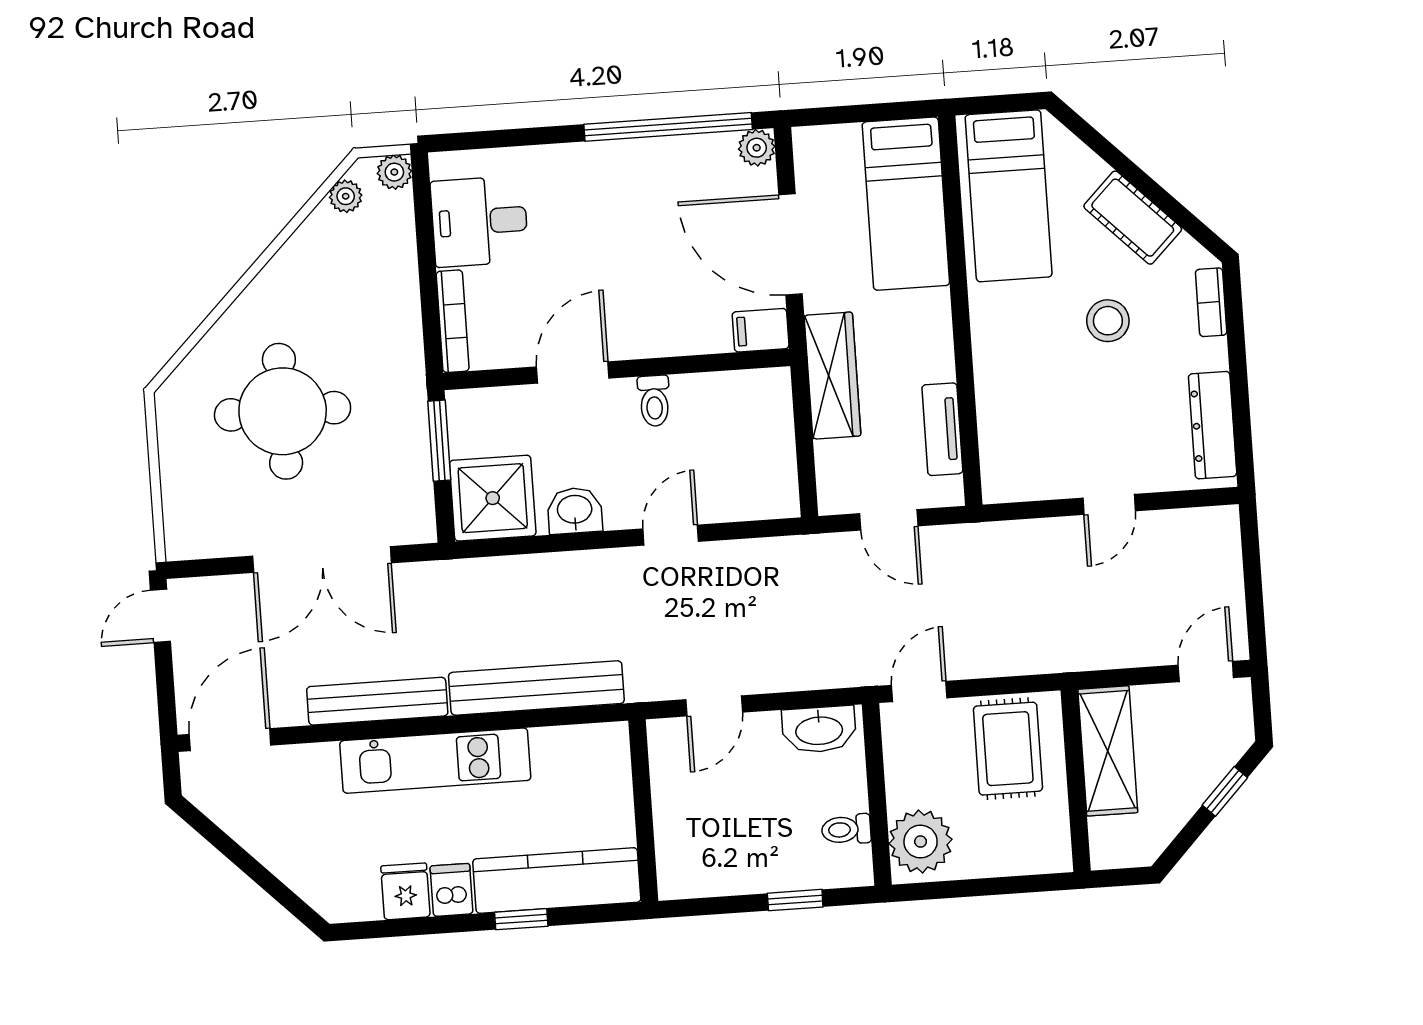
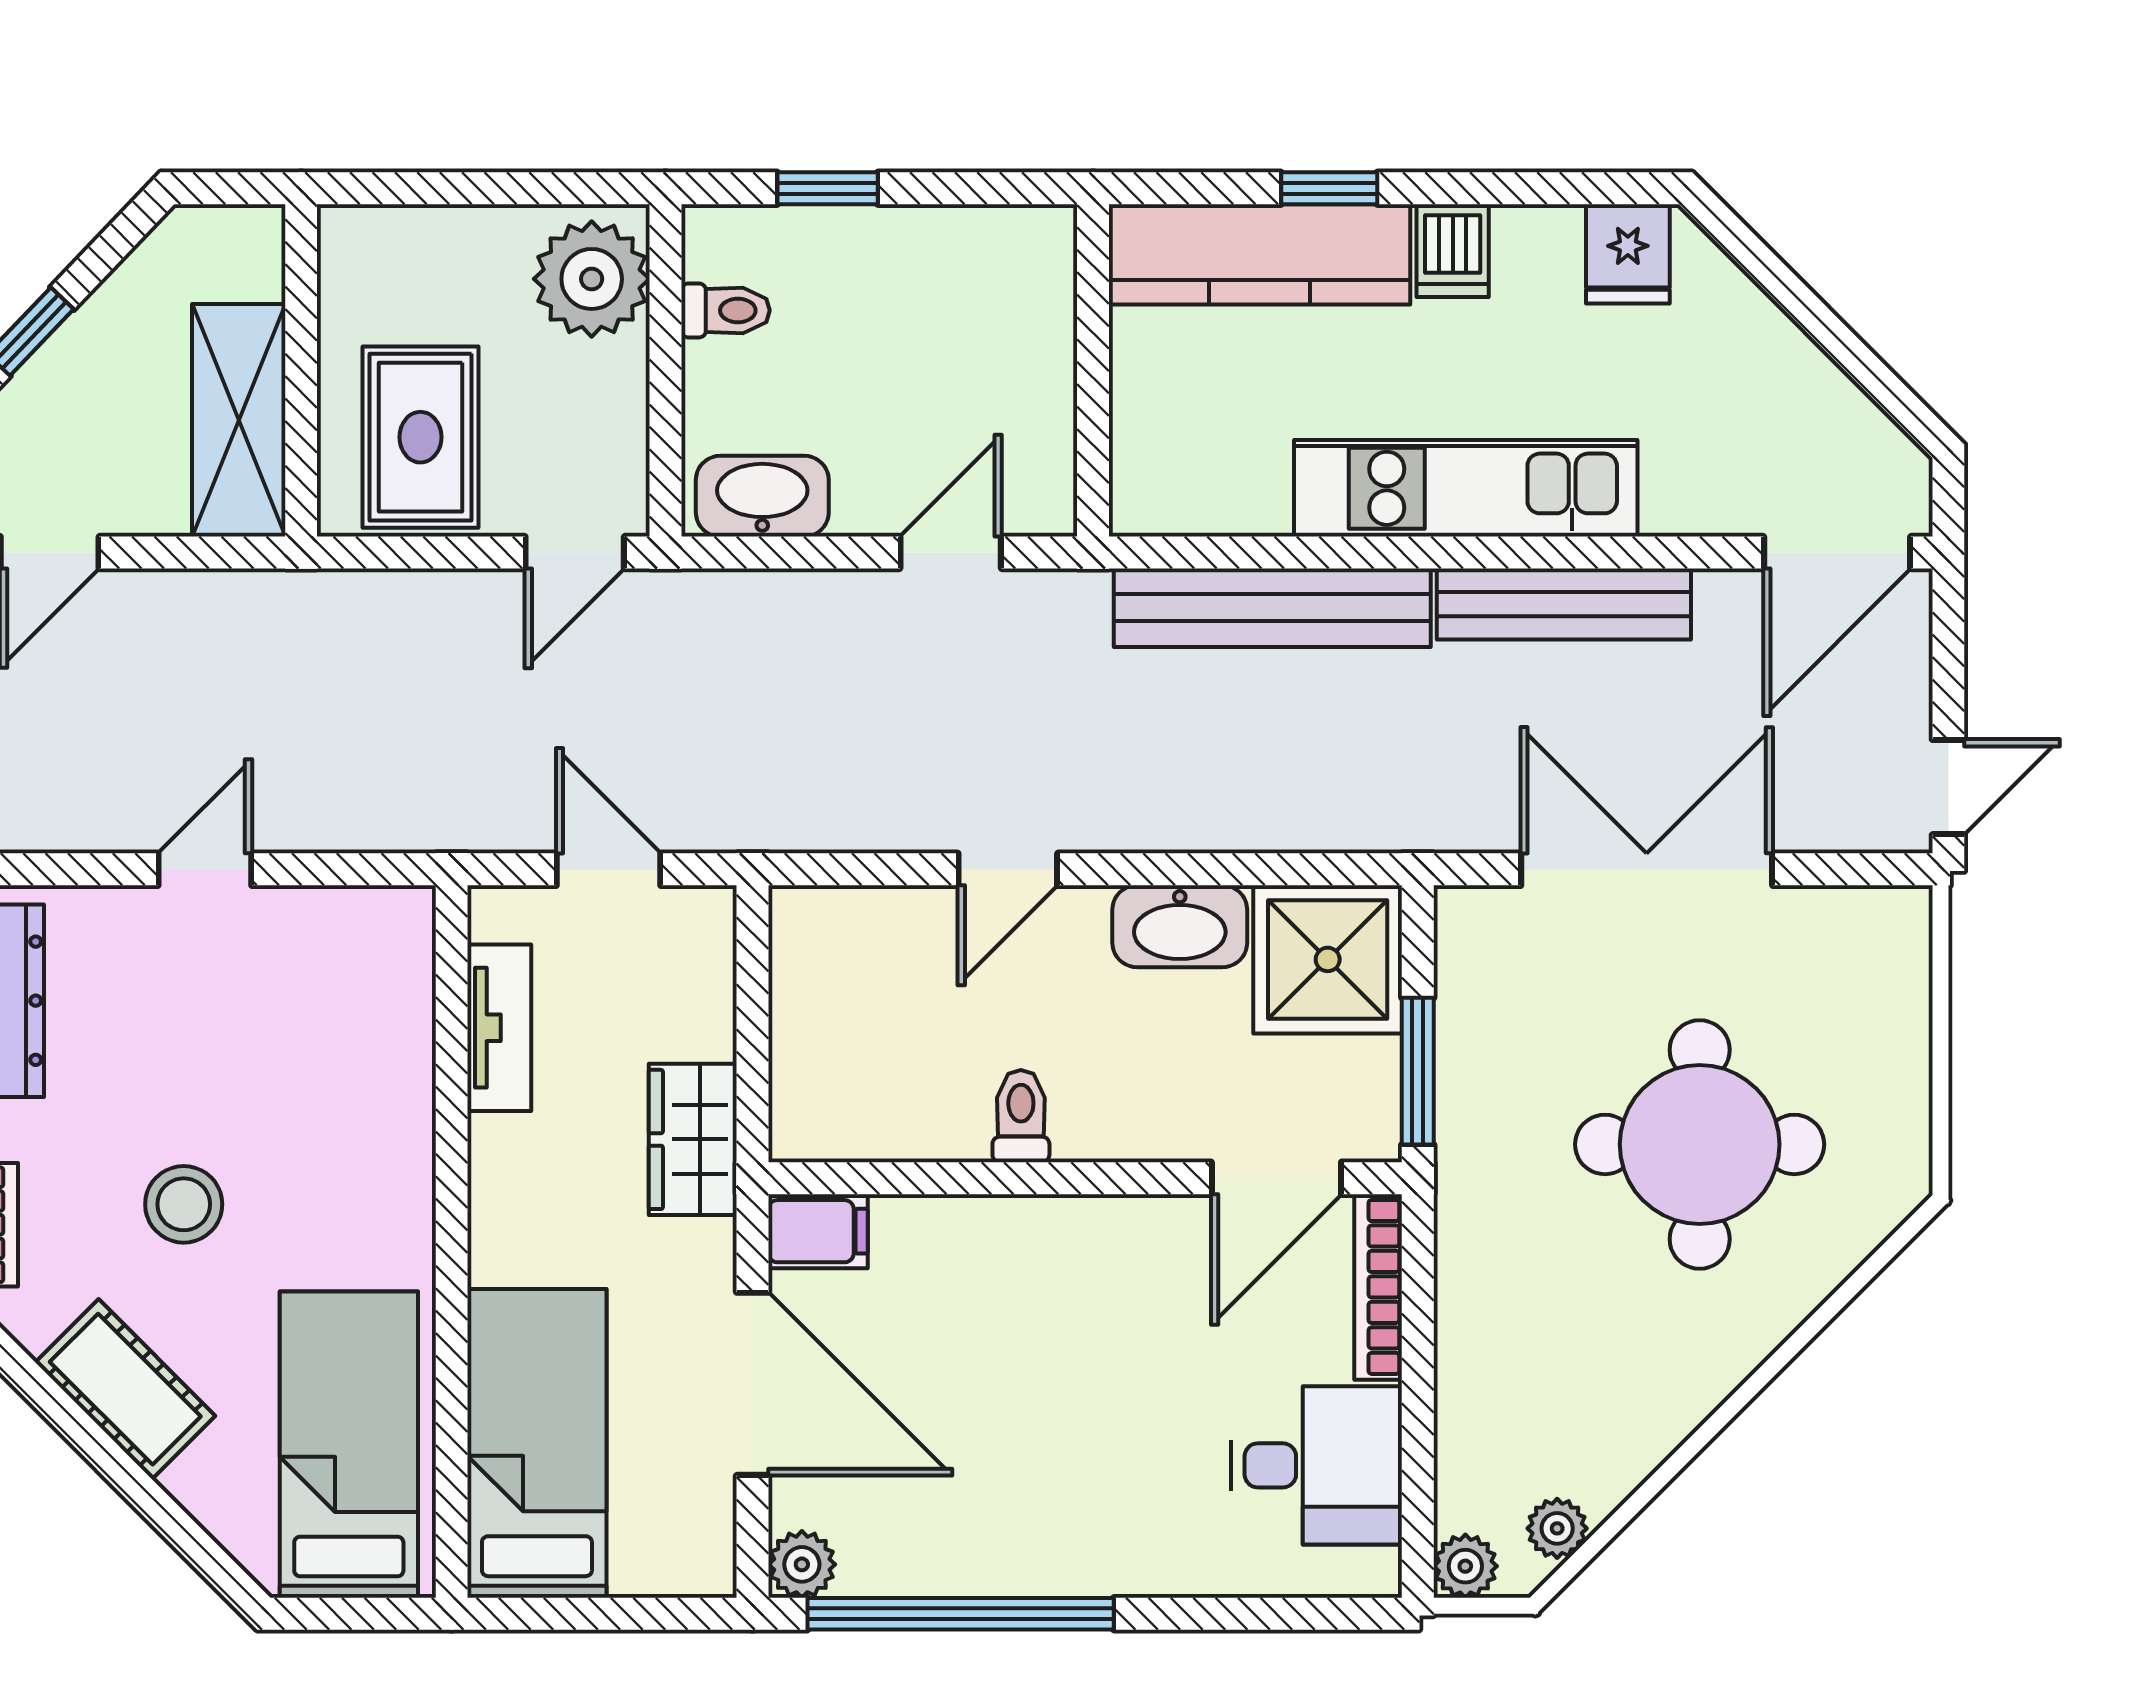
door: (573, 372) -> (1276, 1178), moved
wardrobe: (832, 376) -> (693, 1139), width x0.67
washbasin: (575, 511) -> (1180, 926), width x1.38
fridge: (405, 891) -> (1628, 254), moved

